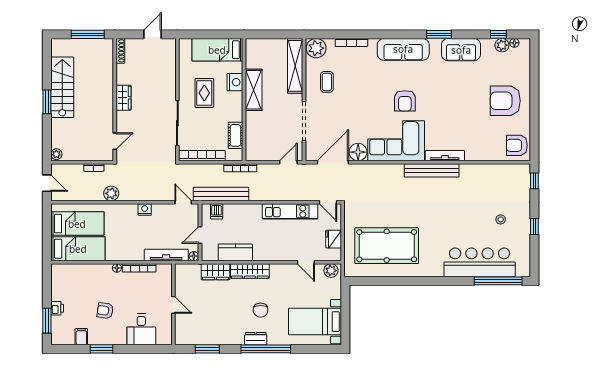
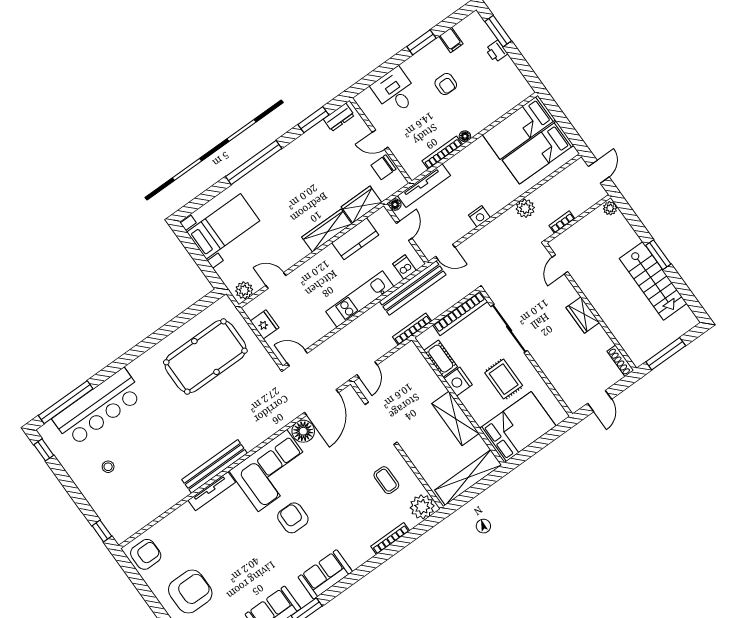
sofa: (403, 49) -> (325, 574), width x0.73
bed: (217, 50) -> (518, 427), width x1.50
shelving: (295, 66) -> (468, 477), moved, turned 90
nightstand: (235, 82) -> (458, 382), moved
door: (47, 183) -> (599, 172), swing flipped
kitchen unit: (290, 211) -> (360, 299), moved
window: (534, 226) -> (44, 450), moved
chair: (261, 310) -> (383, 167), moved, turned -90
armchair: (105, 311) -> (446, 84), turned 82
dresser: (256, 339) -> (339, 117), moved

